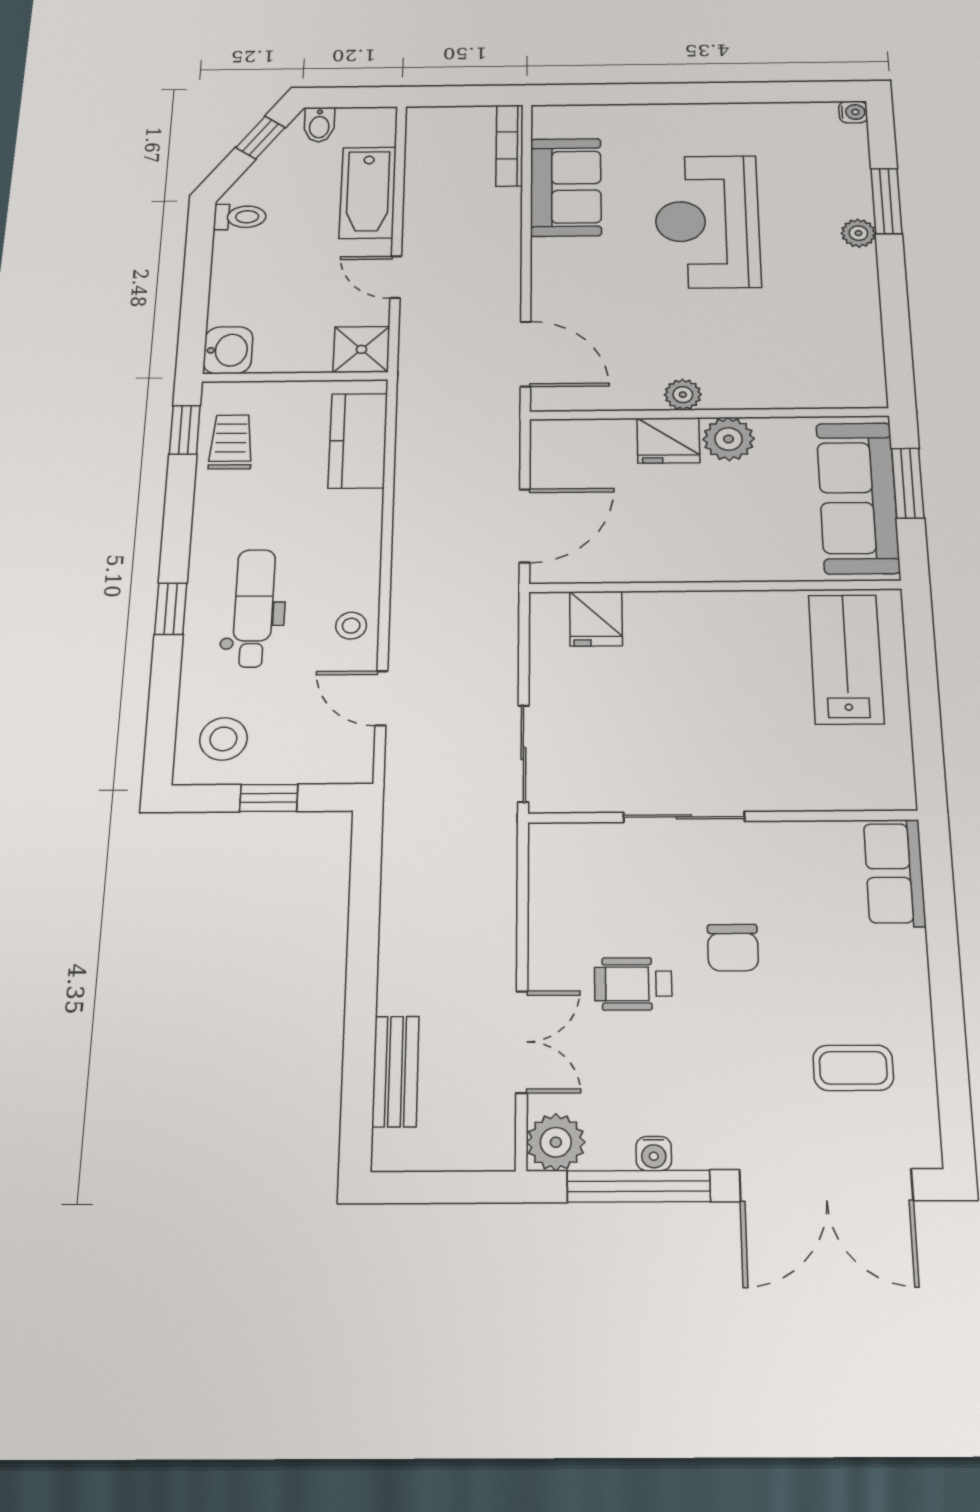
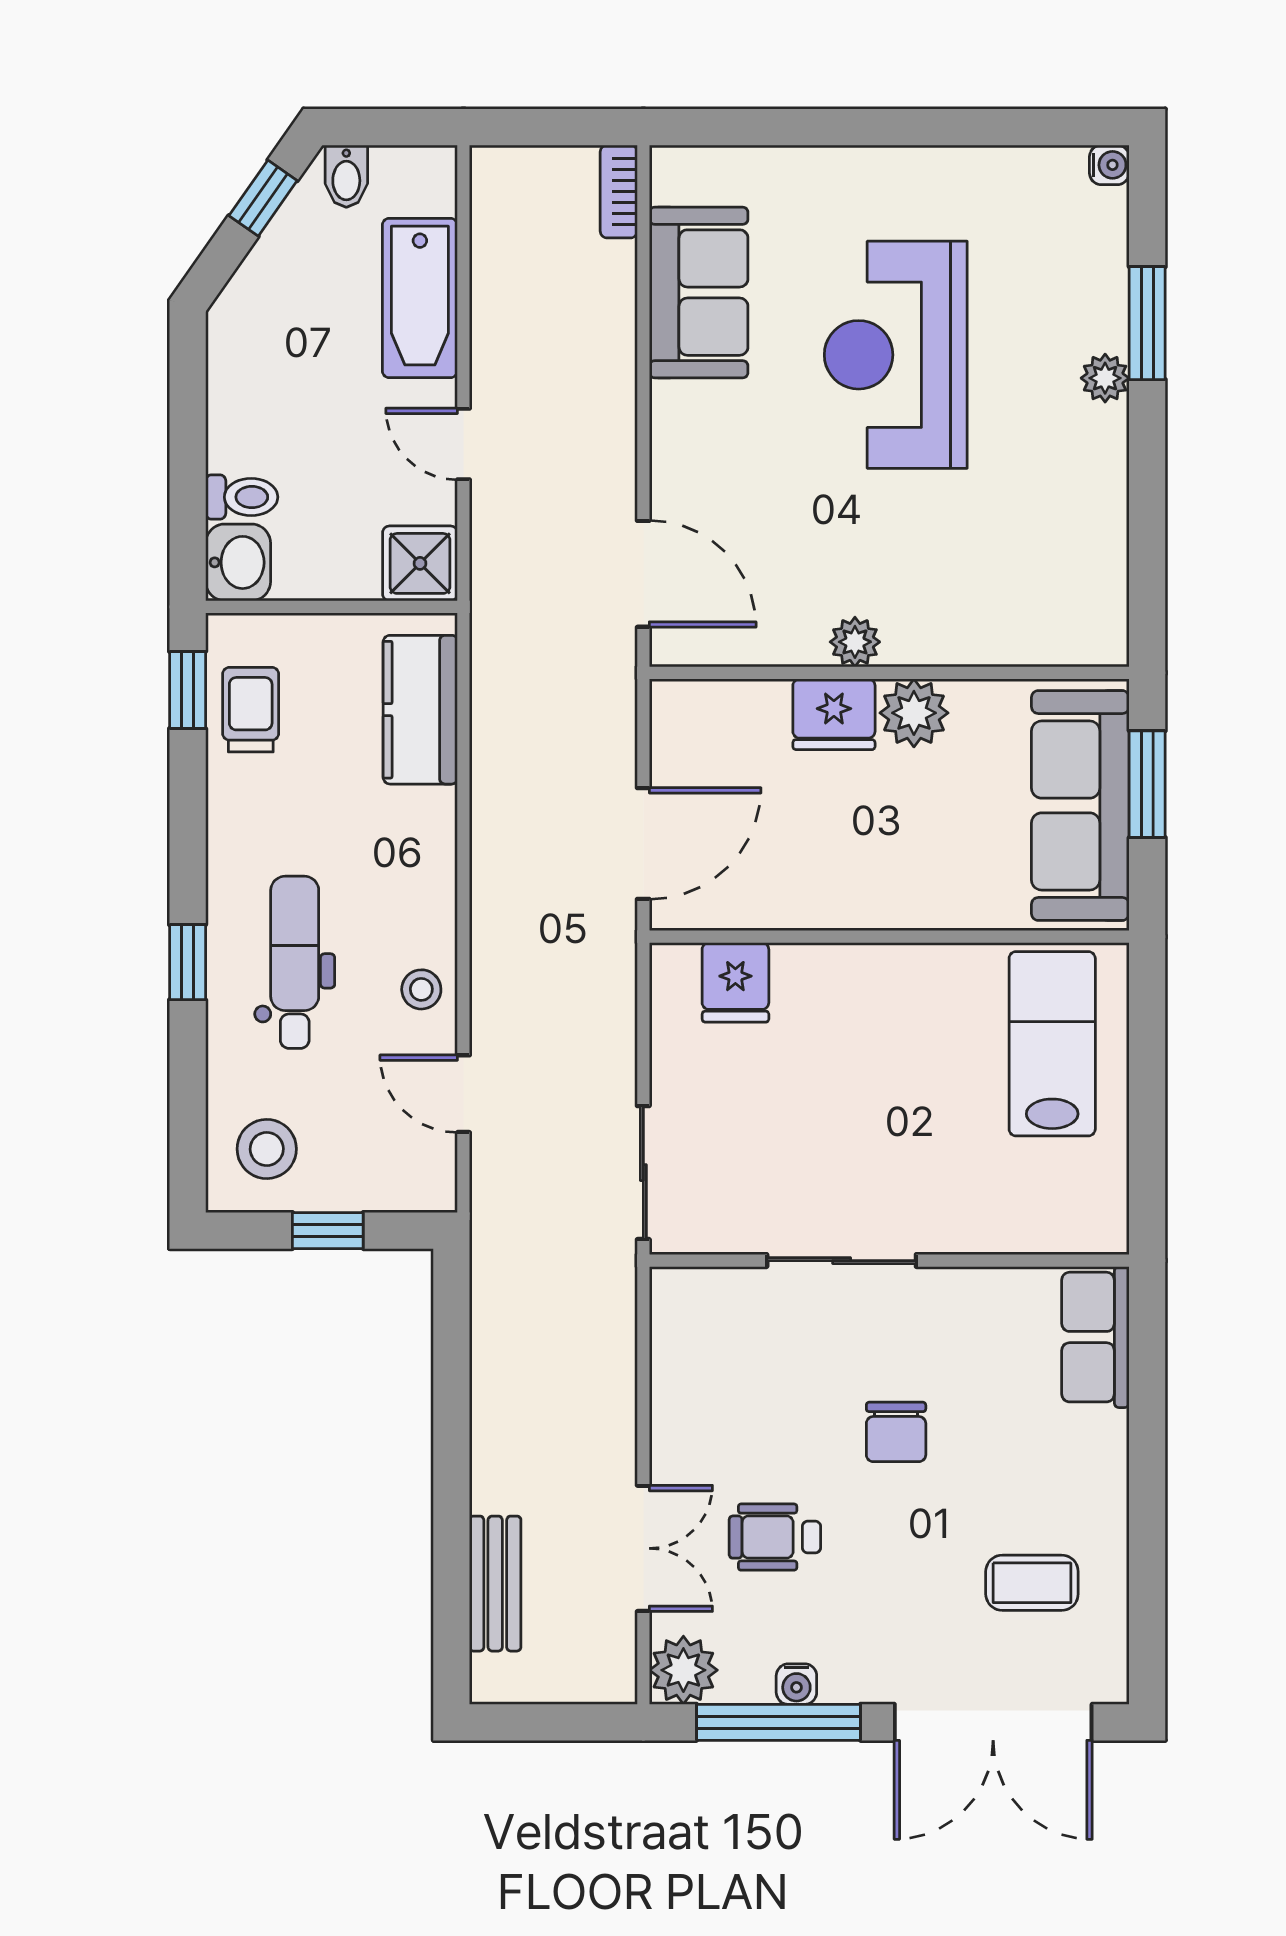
bookcase: (509, 145) -> (619, 191), width x0.64
toilet: (240, 217) -> (242, 497), moved
wheelchair: (633, 984) -> (775, 1537), moved

